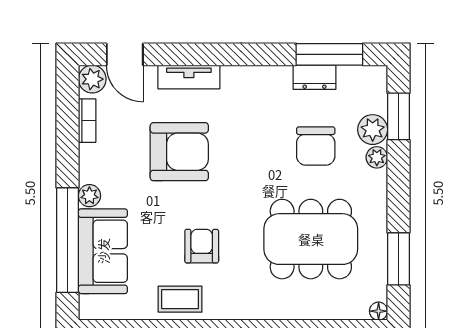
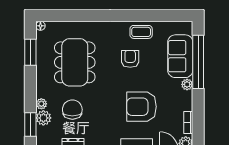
dining table: (311, 239) -> (75, 62), turned 90
armchair: (202, 246) -> (130, 59), turned 180

